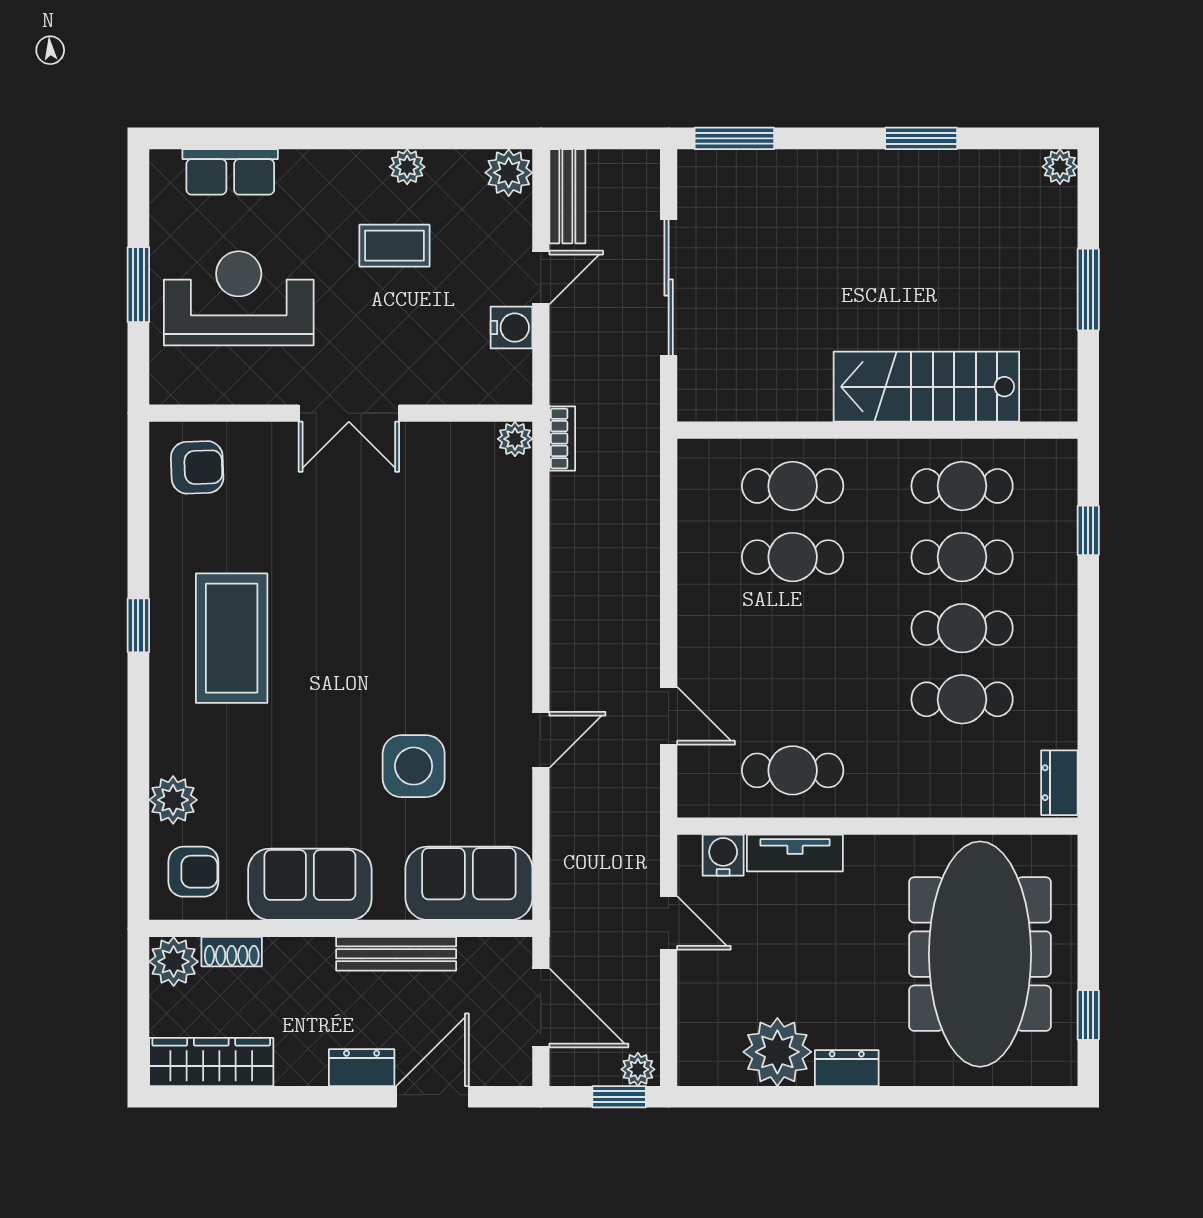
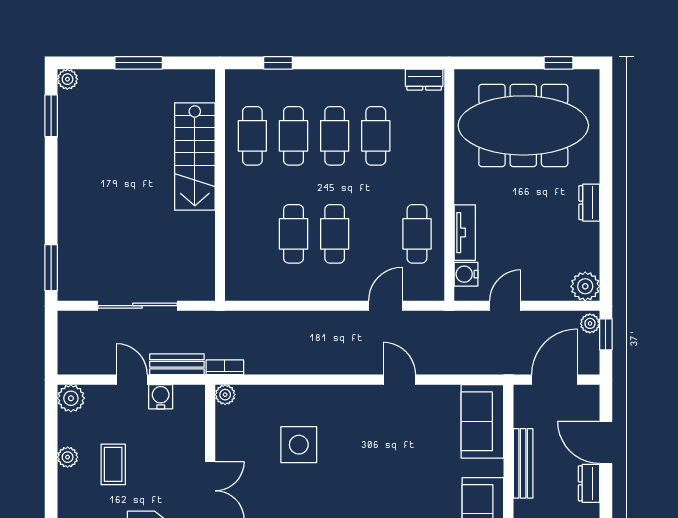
window: (921, 138) -> (51, 116), moved
bench: (567, 196) -> (177, 364), moved
cafe table: (793, 486) -> (335, 234), moved
side table: (414, 766) -> (299, 445), moved
plant: (777, 1052) -> (585, 286), moved, width x0.73, depth x0.73

